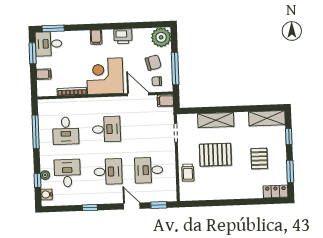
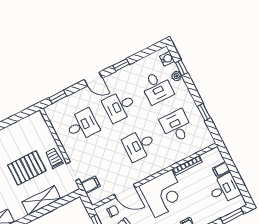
desk: (49, 44) -> (224, 189), moved
window: (33, 53) -> (240, 184), removed
filing cabinet: (165, 101) -> (90, 185), moved
window: (36, 132) -> (204, 112), width x0.46
trolley: (188, 173) -> (54, 158), moved
door: (132, 206) -> (93, 79), moved

